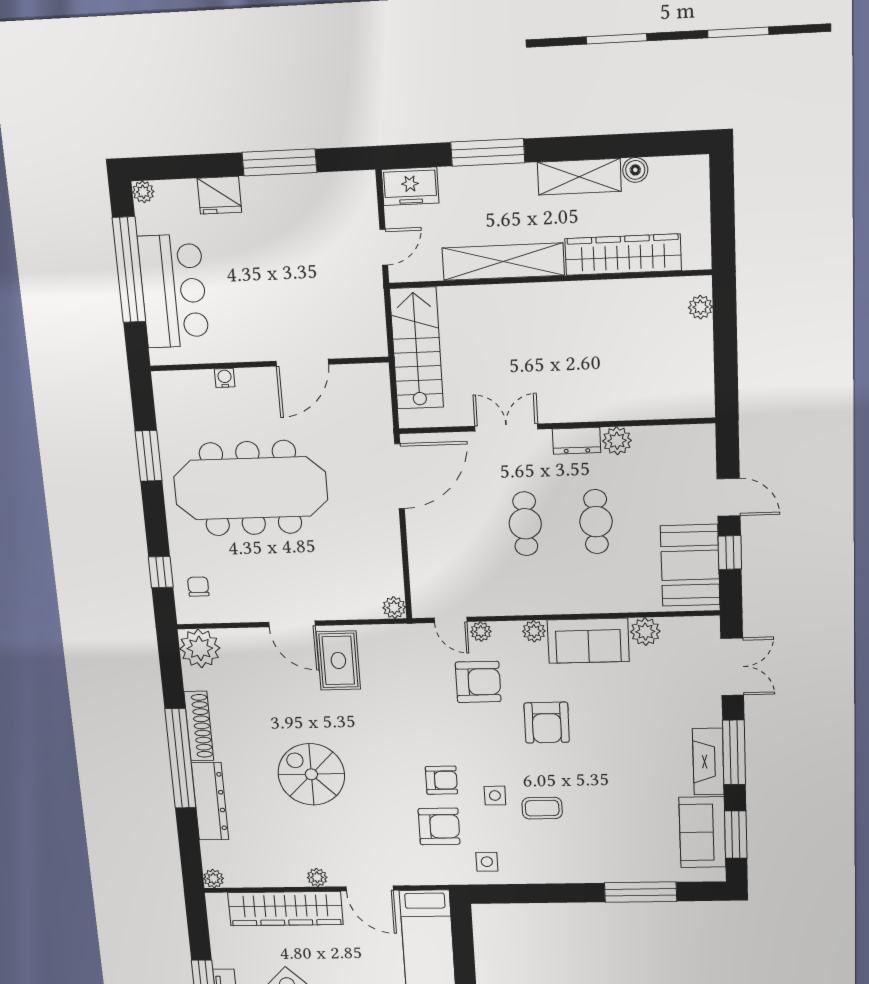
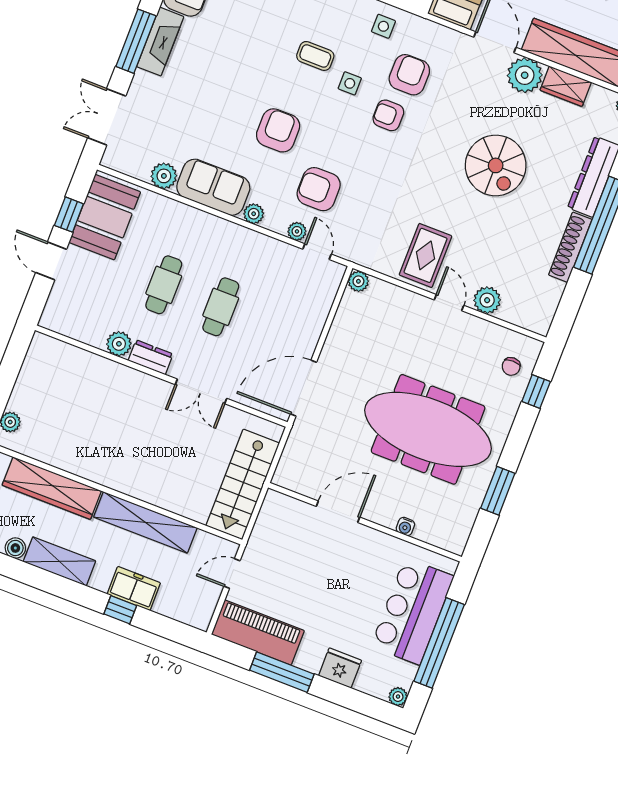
window: (488, 152) -> (120, 610), width x0.46
freezer: (410, 186) -> (134, 589), moved
piano: (326, 195) -> (258, 632), added
door: (292, 624) -> (449, 303), width x0.73
plant: (200, 648) -> (487, 300), moved, width x0.73, depth x0.73
armchair: (439, 826) -> (409, 75), turned 90
wardrobe: (280, 874) -> (566, 86), added
plant: (317, 877) -> (525, 75), width x1.88, depth x1.88

